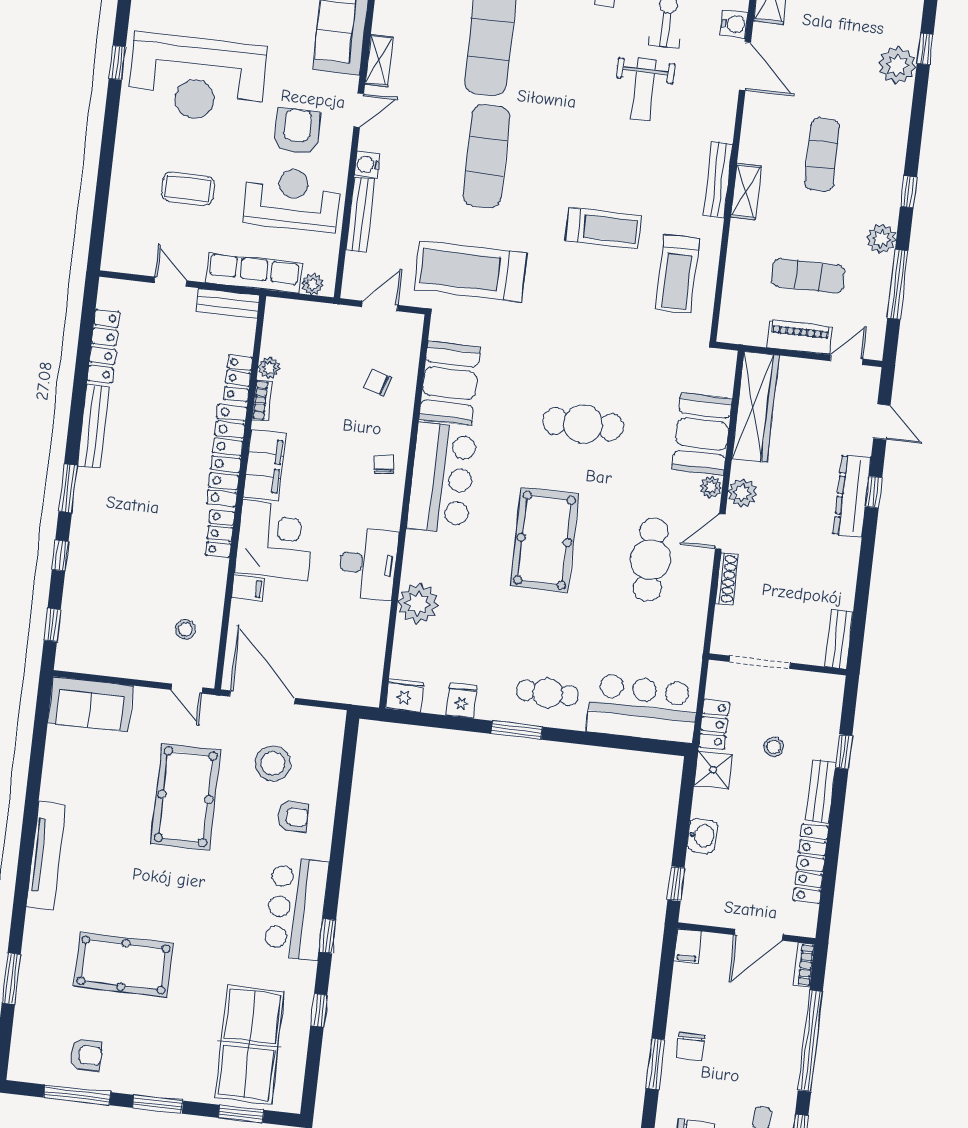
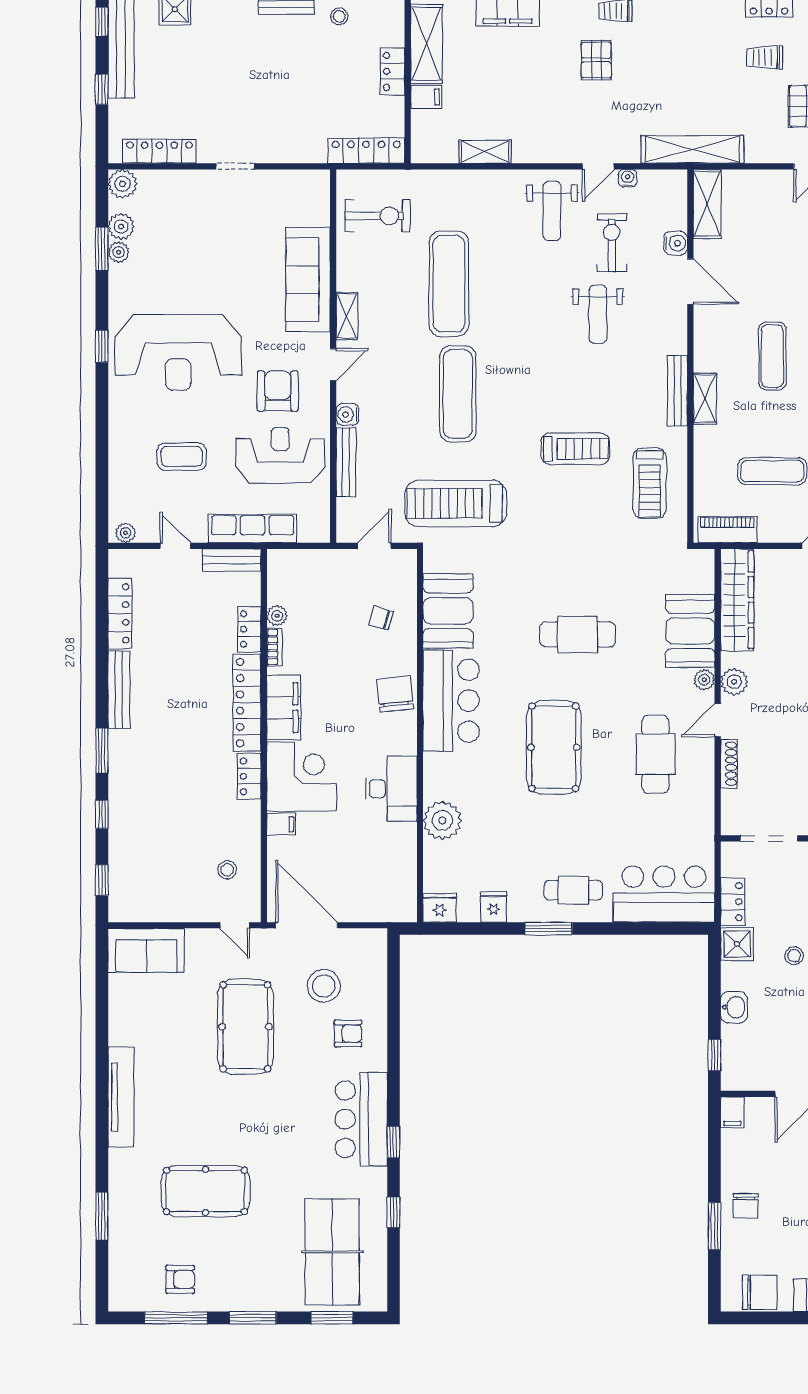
plant: (312, 284) -> (126, 533), moved
piano: (800, 337) -> (727, 530), moved
chair: (384, 464) -> (395, 694), width x1.87, depth x1.87
stool: (774, 747) -> (794, 956), moved

